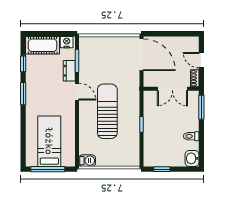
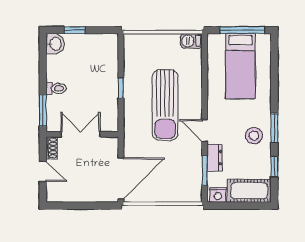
door: (141, 55) -> (121, 178), swing flipped
stool: (39, 88) -> (254, 136), added
toilet: (191, 136) -> (56, 88), moved
window: (162, 169) -> (75, 30), moved

